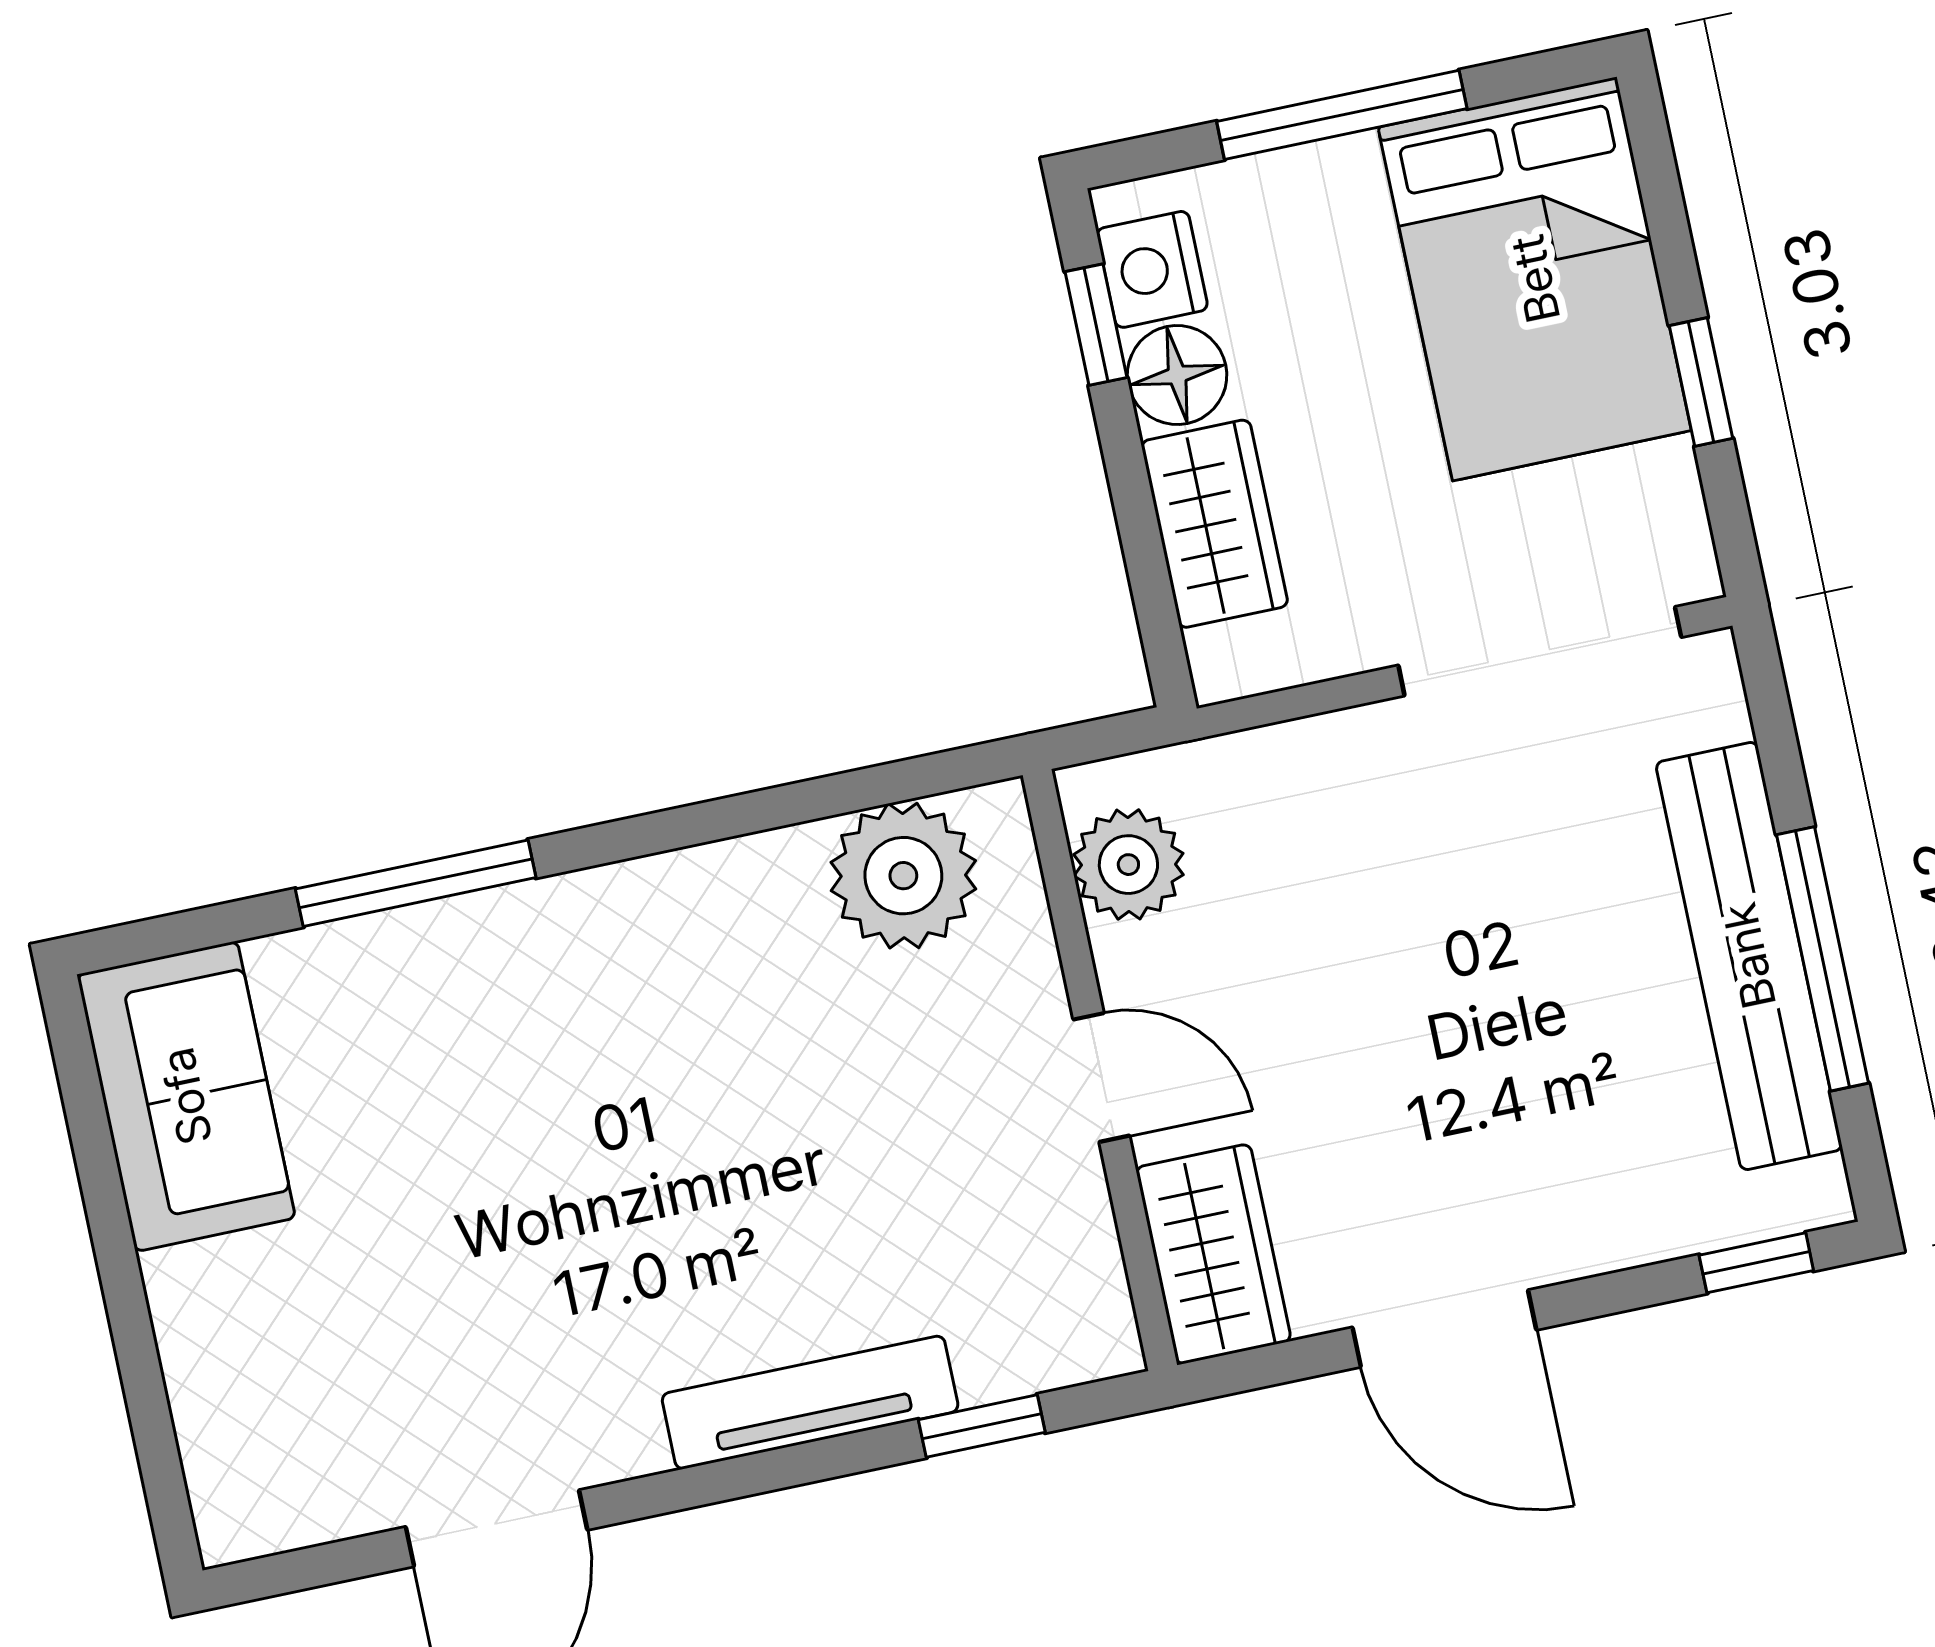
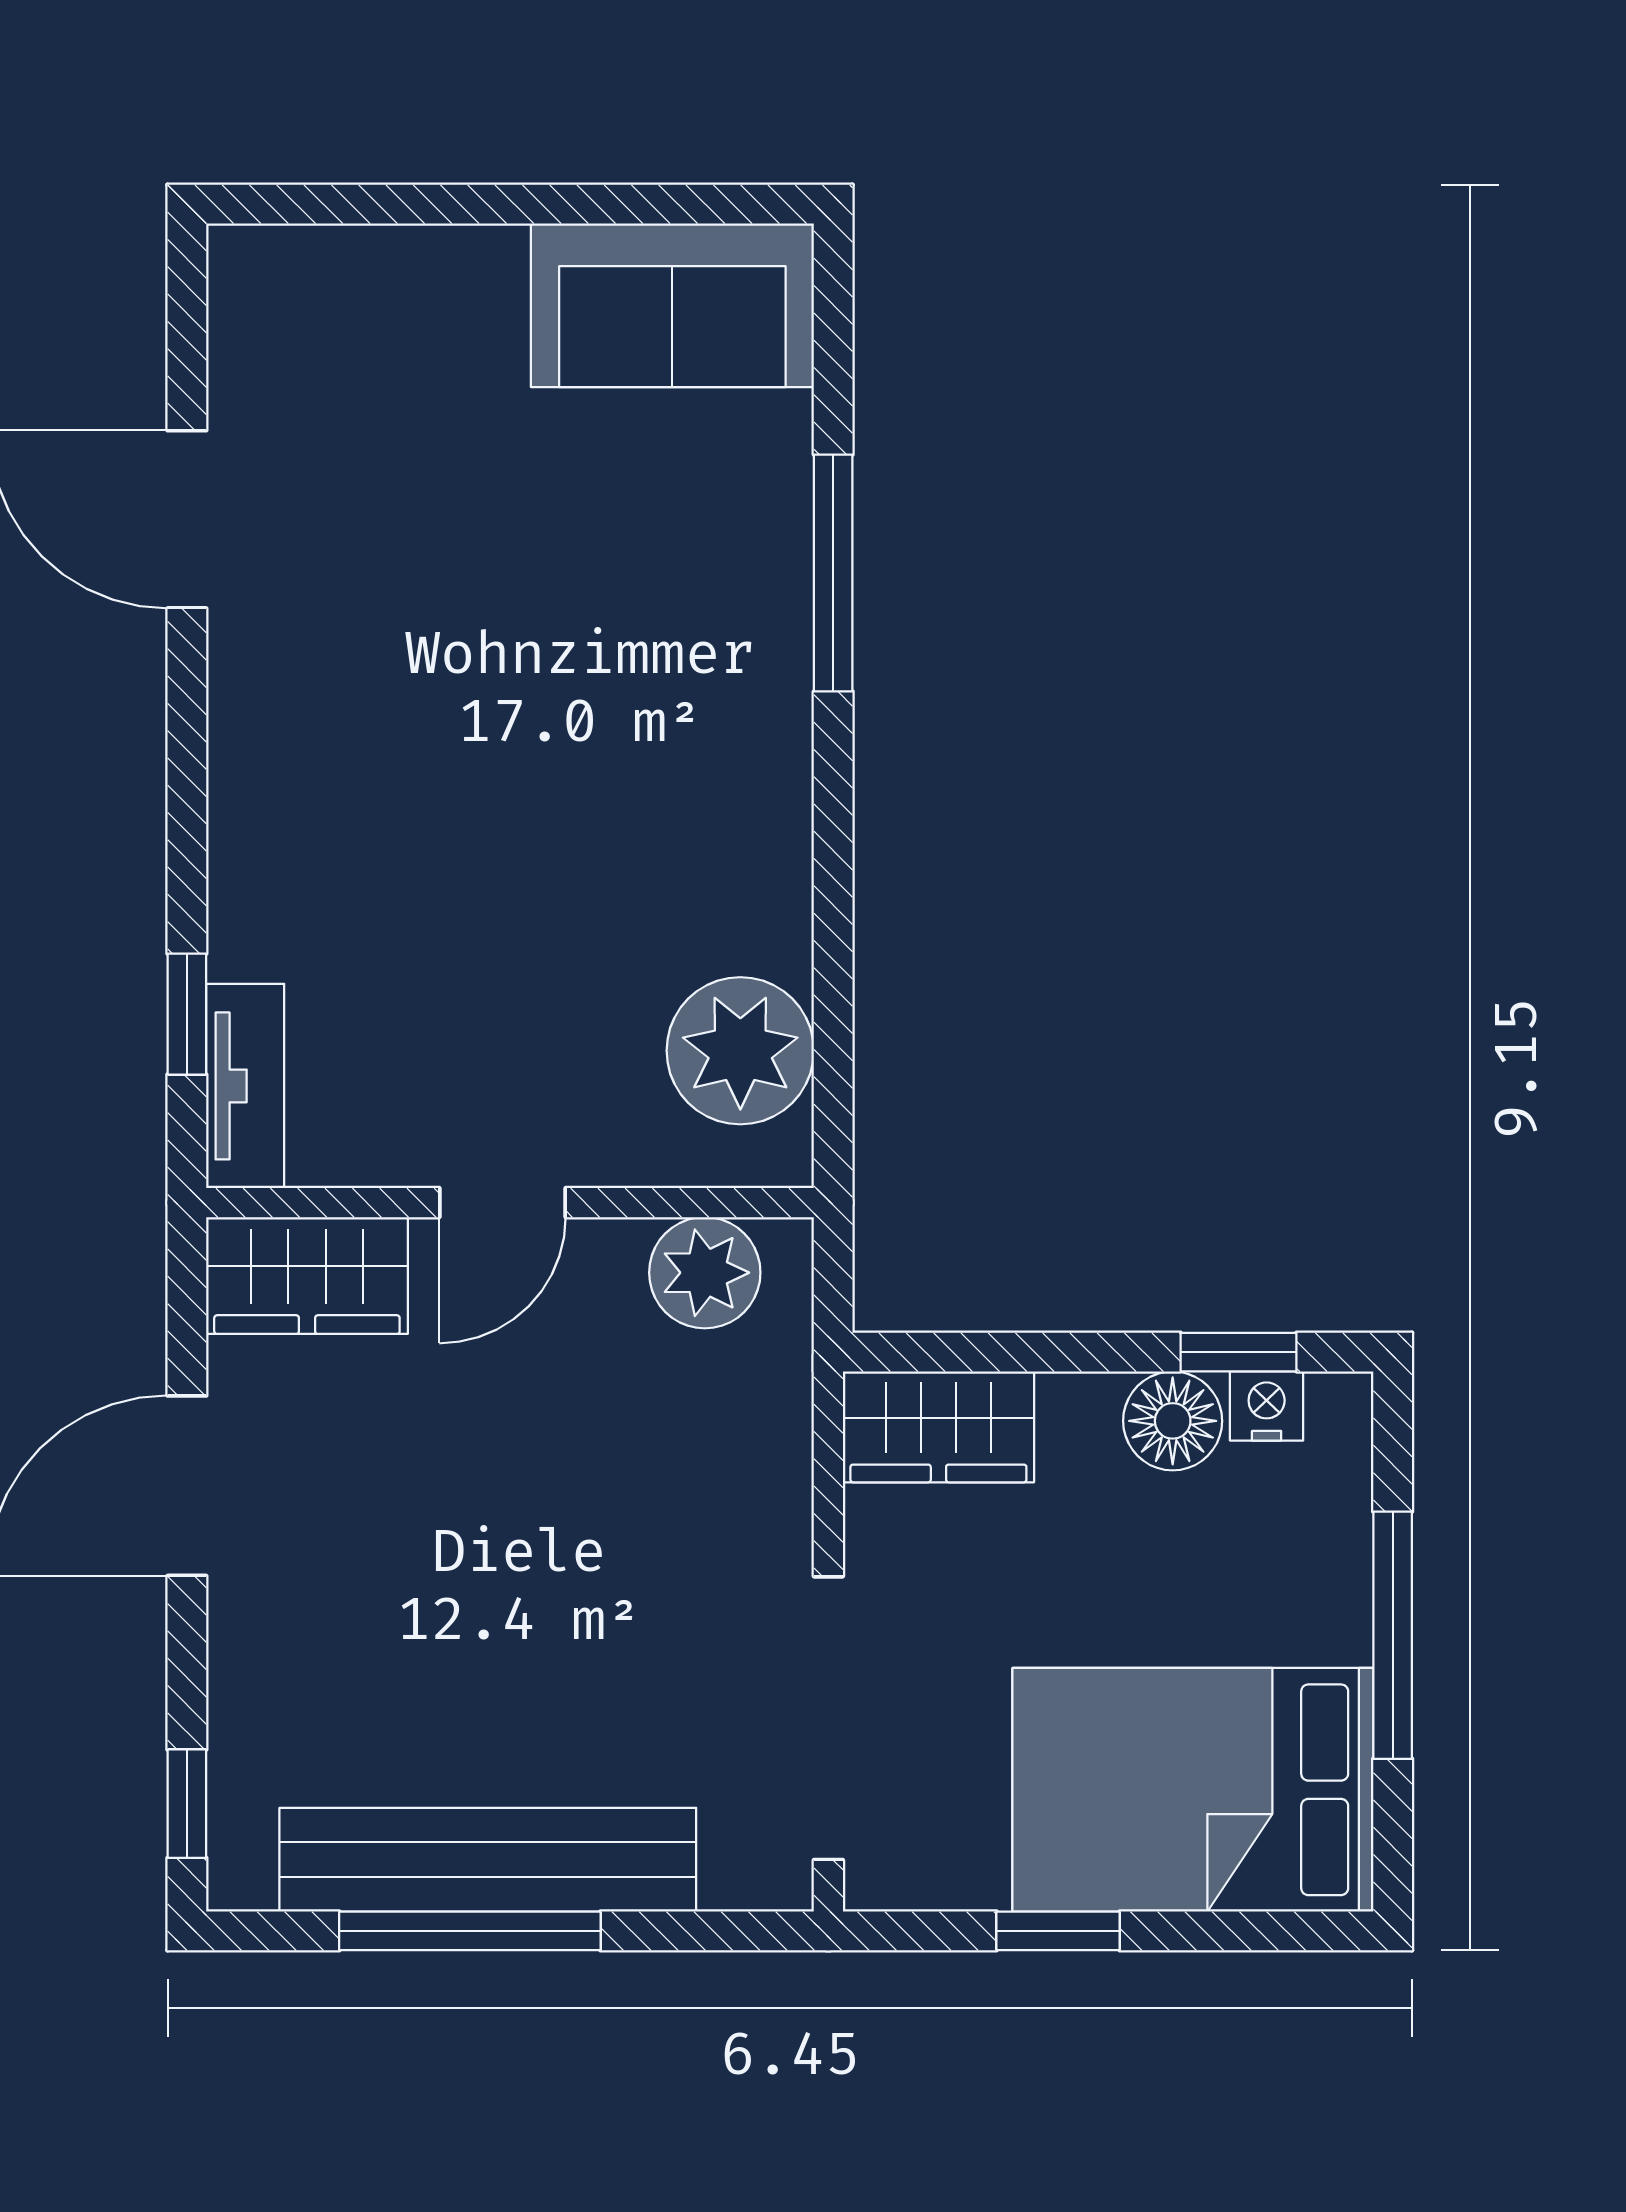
nightstand: (1152, 269) -> (1267, 1406), width x0.72, depth x0.74
wardrobe: (1214, 524) -> (938, 1427), moved
tv unit: (810, 1402) -> (245, 1086), moved, width x0.71

